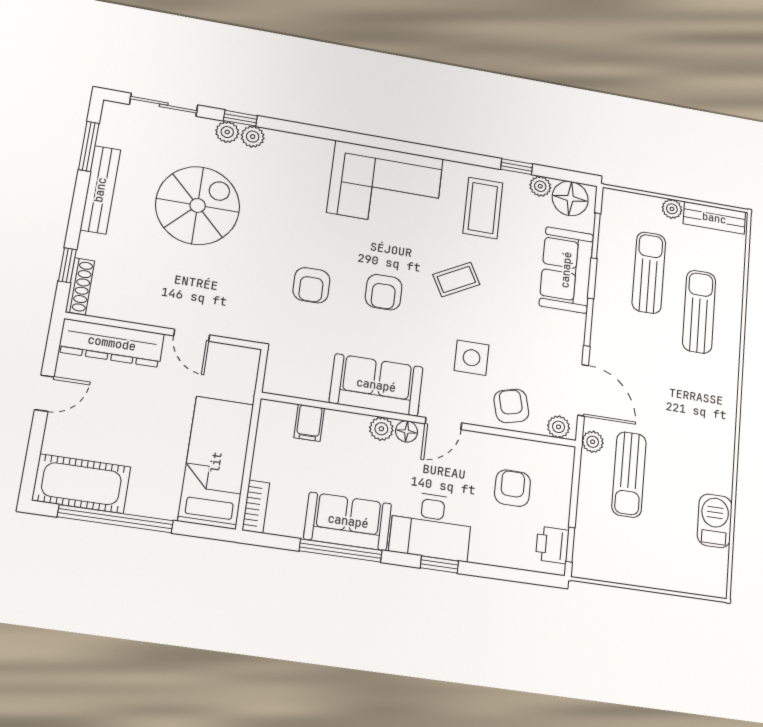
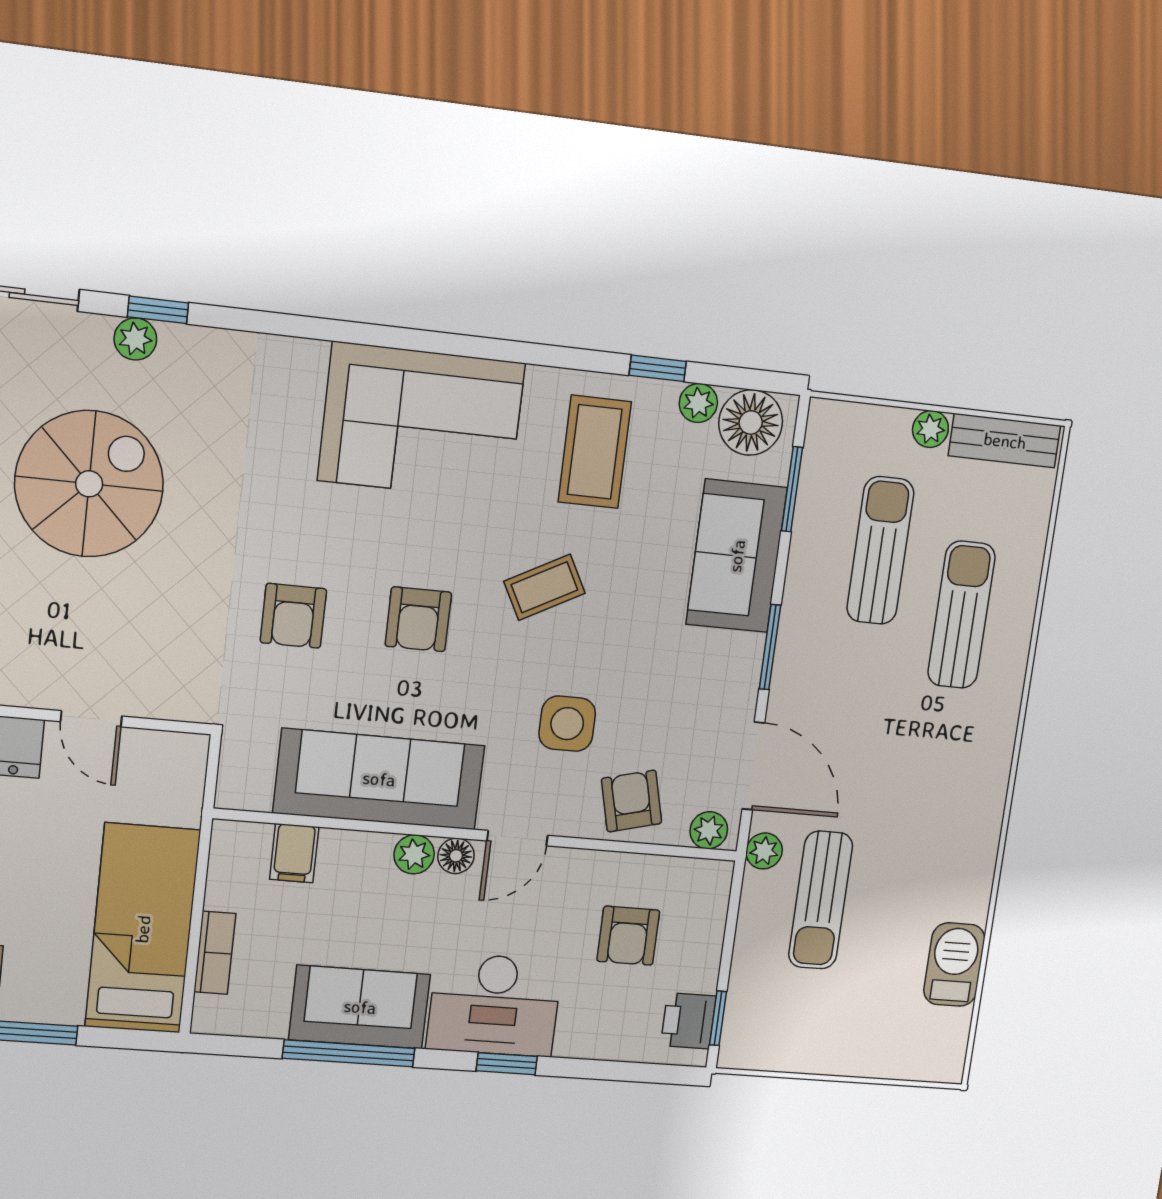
plant: (253, 137) -> (182, 345), removed
sofa: (376, 385) -> (379, 779), width x1.36
armchair: (512, 488) -> (628, 936), turned 180
bookcase: (256, 507) -> (215, 953), moved

